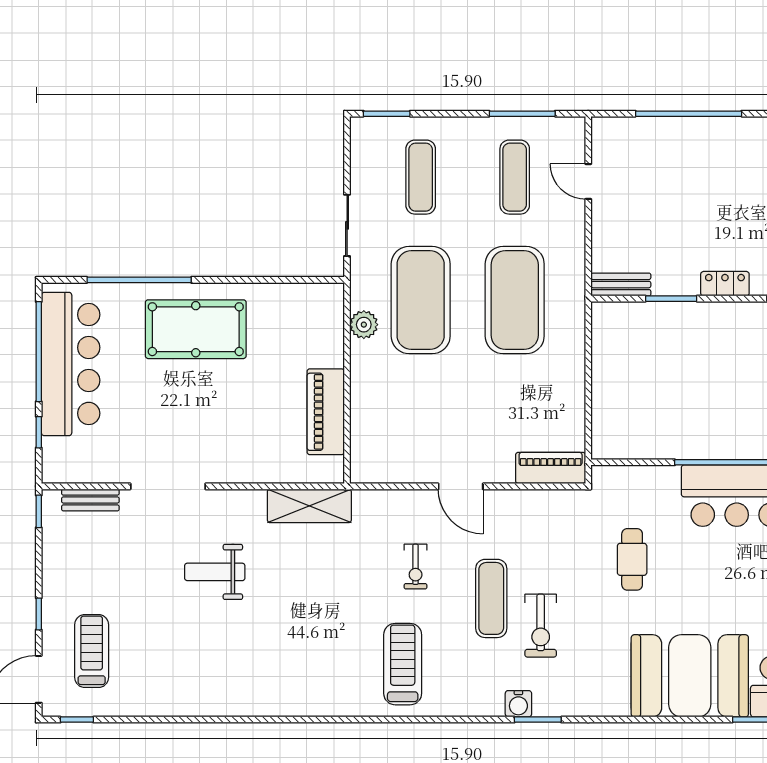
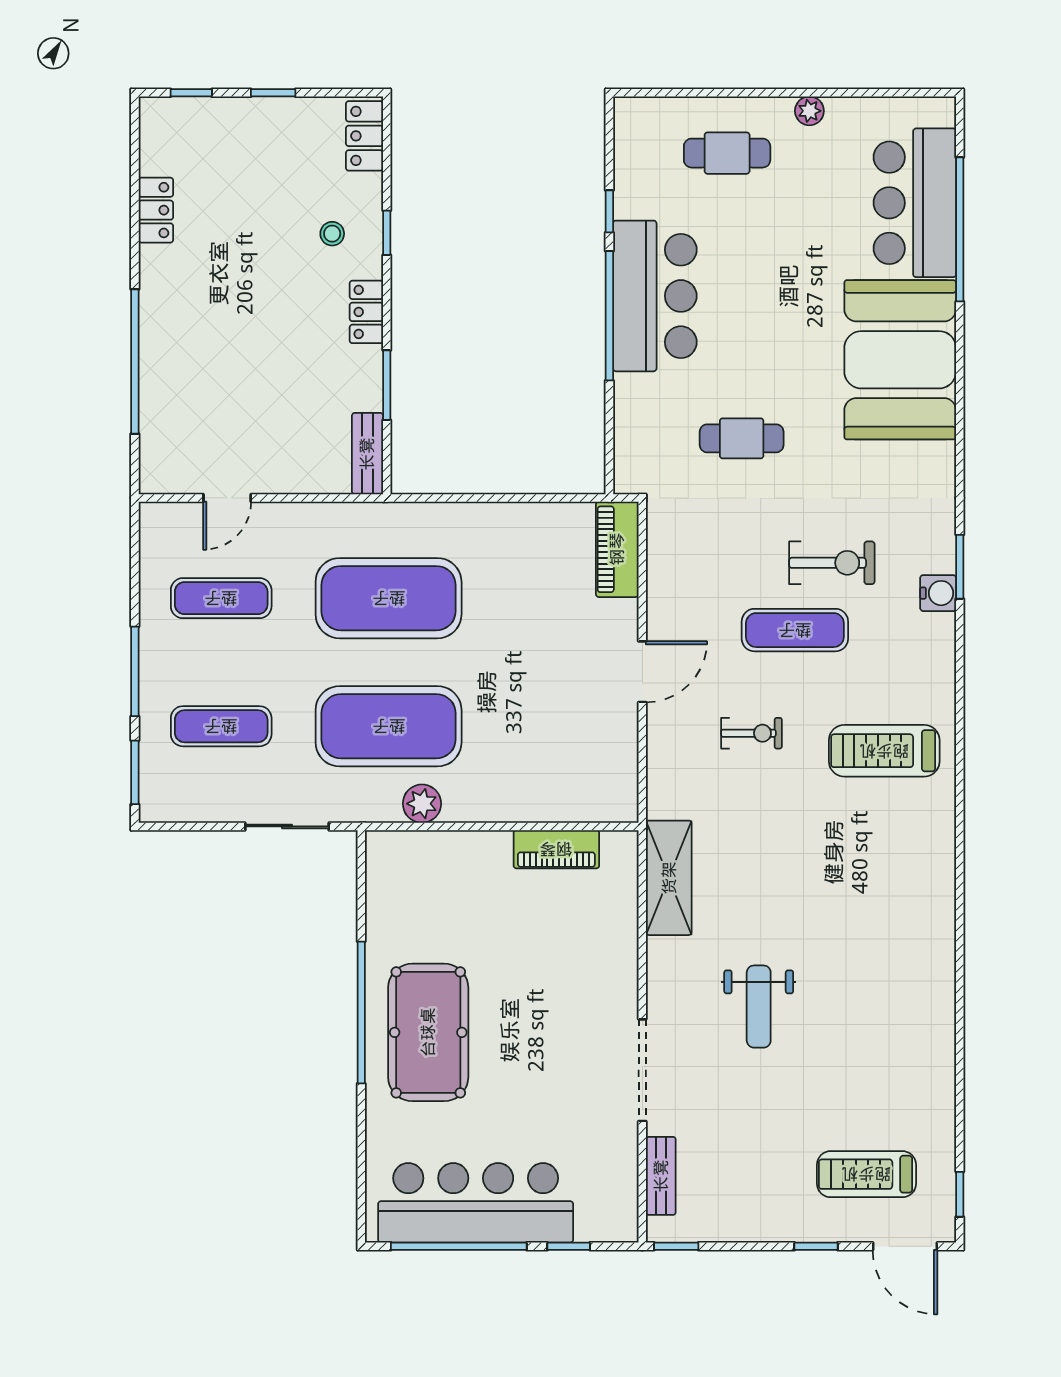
window: (522, 114) -> (135, 671), moved
window: (139, 280) -> (361, 1012), moved
piano: (326, 412) -> (556, 849), width x0.73, depth x0.75

